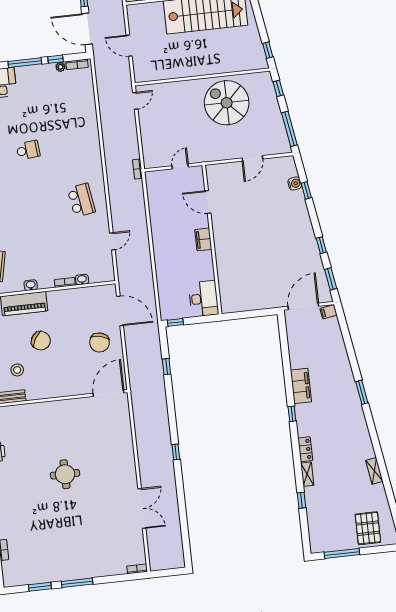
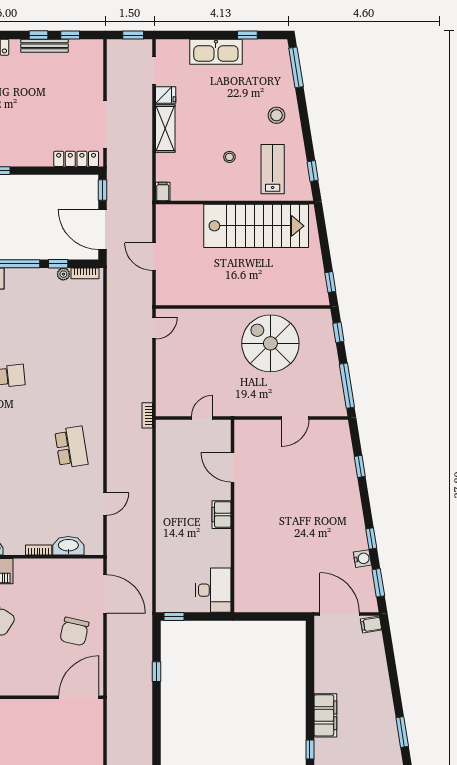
water cooler: (295, 184) -> (362, 559), moved
washbasin: (82, 280) -> (68, 546), width x1.91, depth x1.45
door: (303, 306) -> (340, 614), hinge flipped

